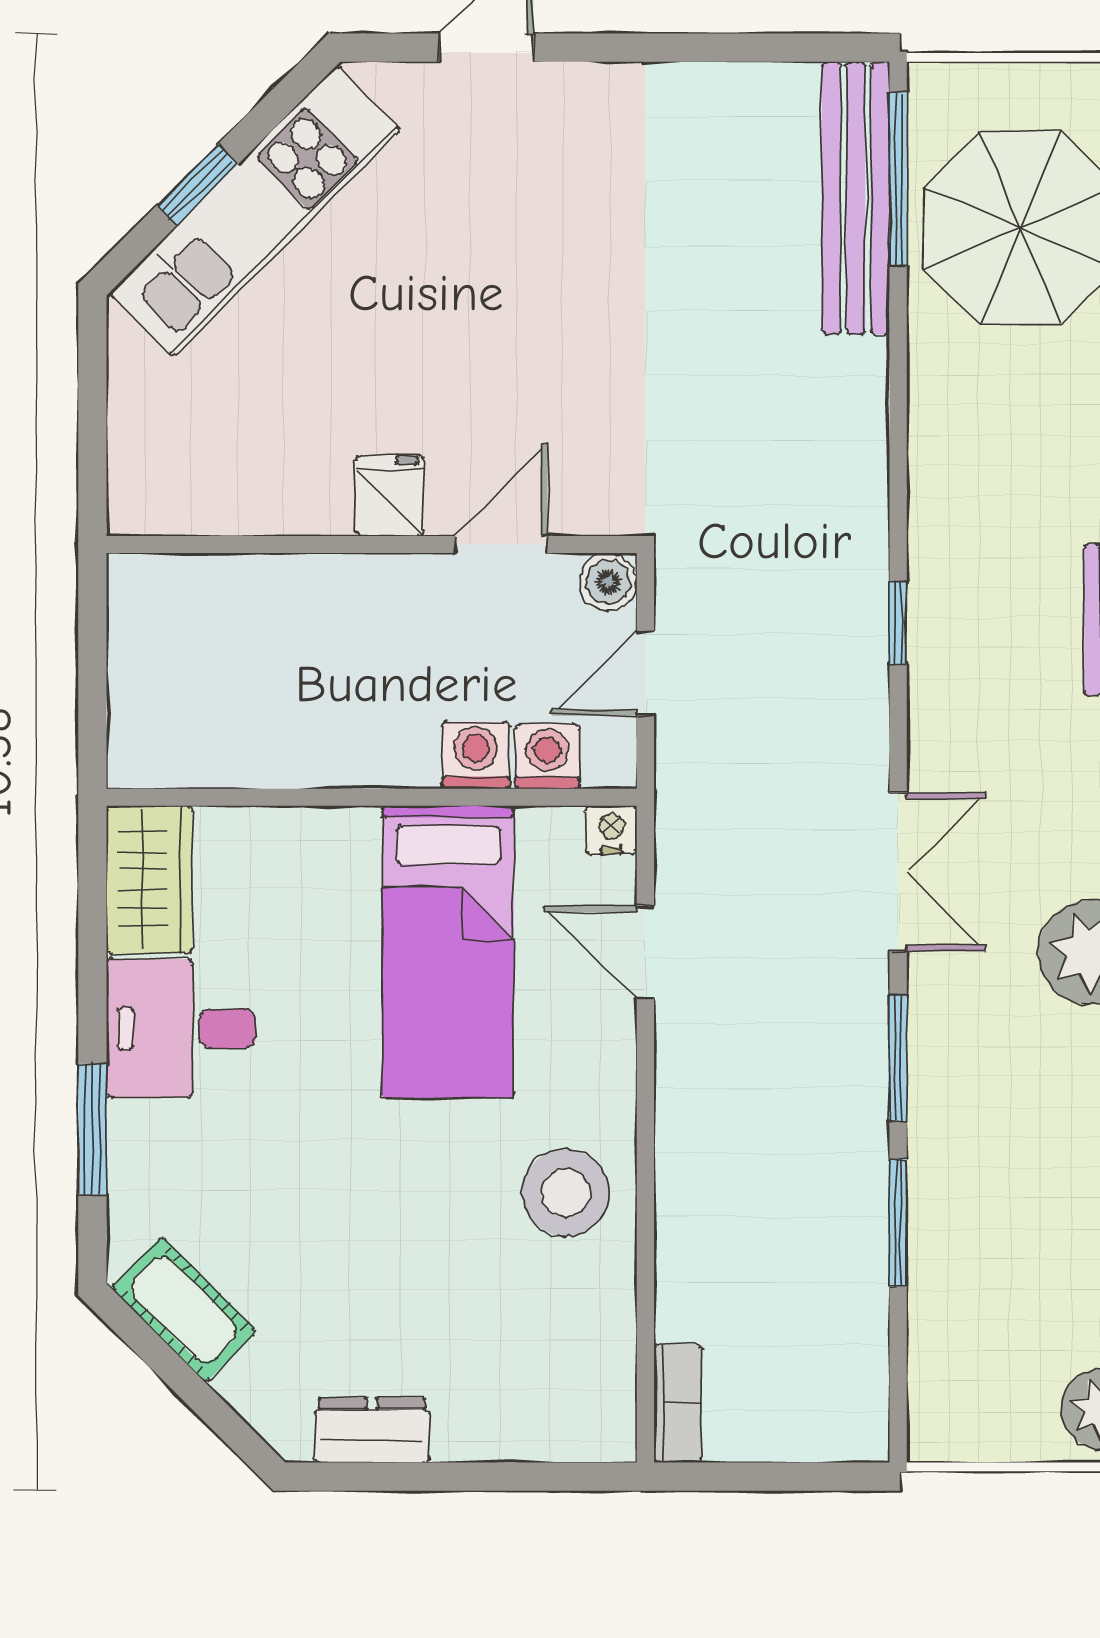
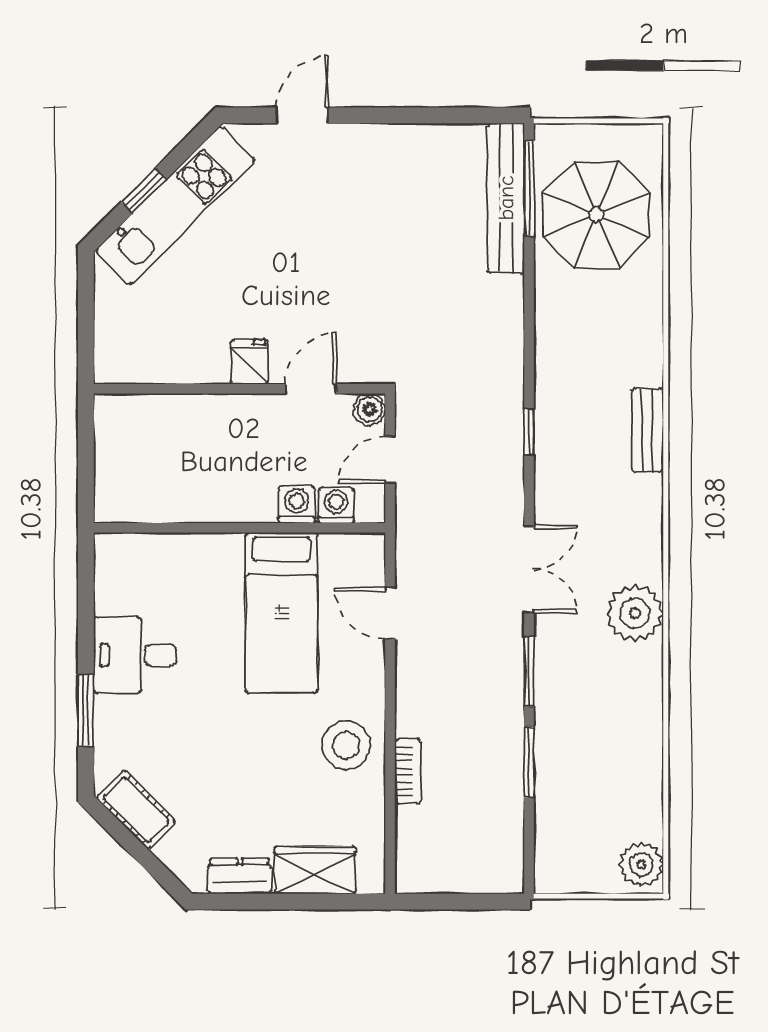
nightstand: (611, 830) -> (371, 546), removed
wardrobe: (149, 880) -> (315, 870), moved, turned -90
bookcase: (678, 1403) -> (408, 772), moved

